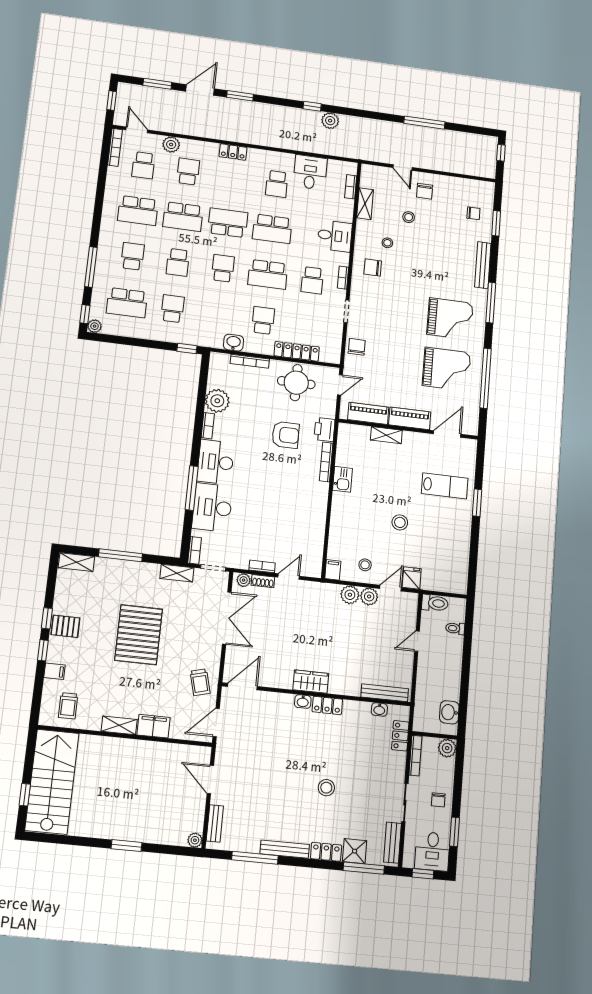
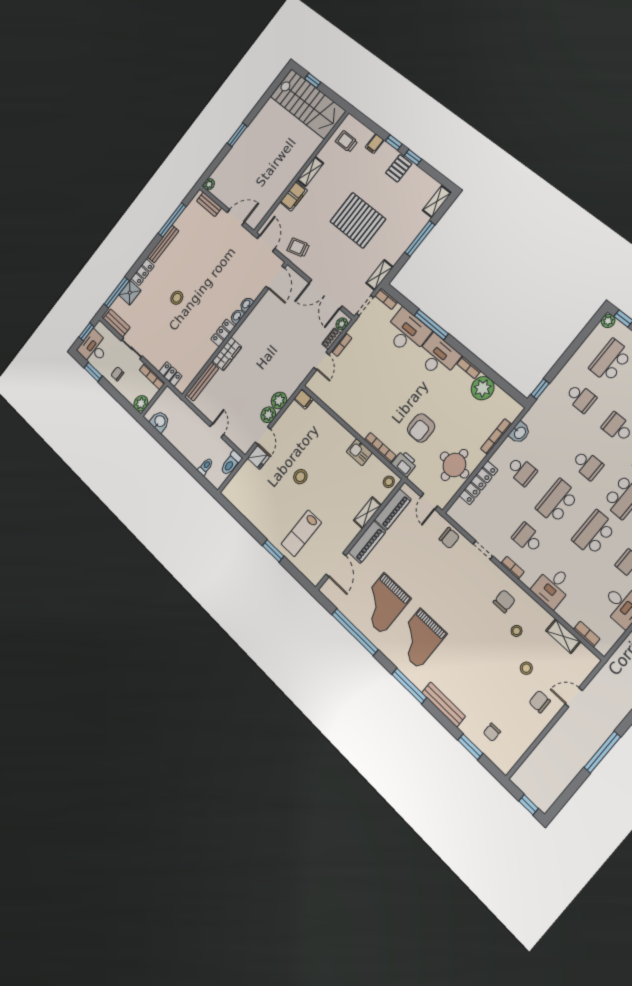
stool: (365, 565) -> (389, 482), moved
wardrobe: (311, 682) -> (227, 354), moved
washbasin: (379, 709) -> (246, 304), moved

